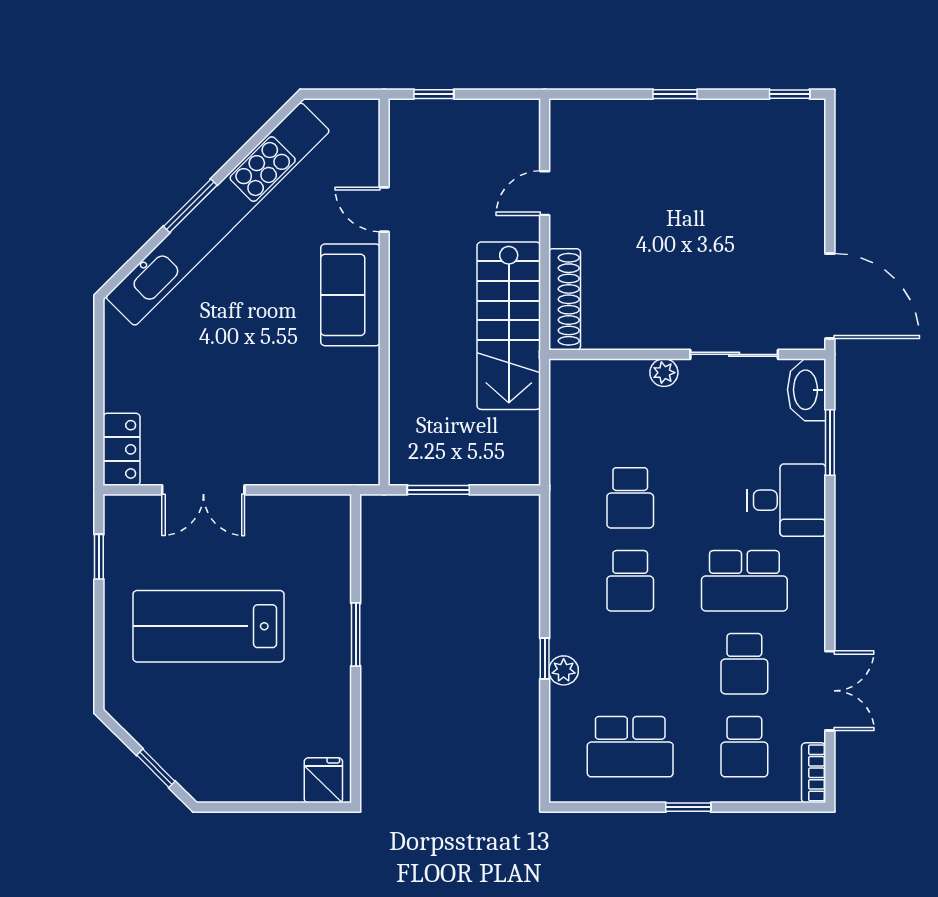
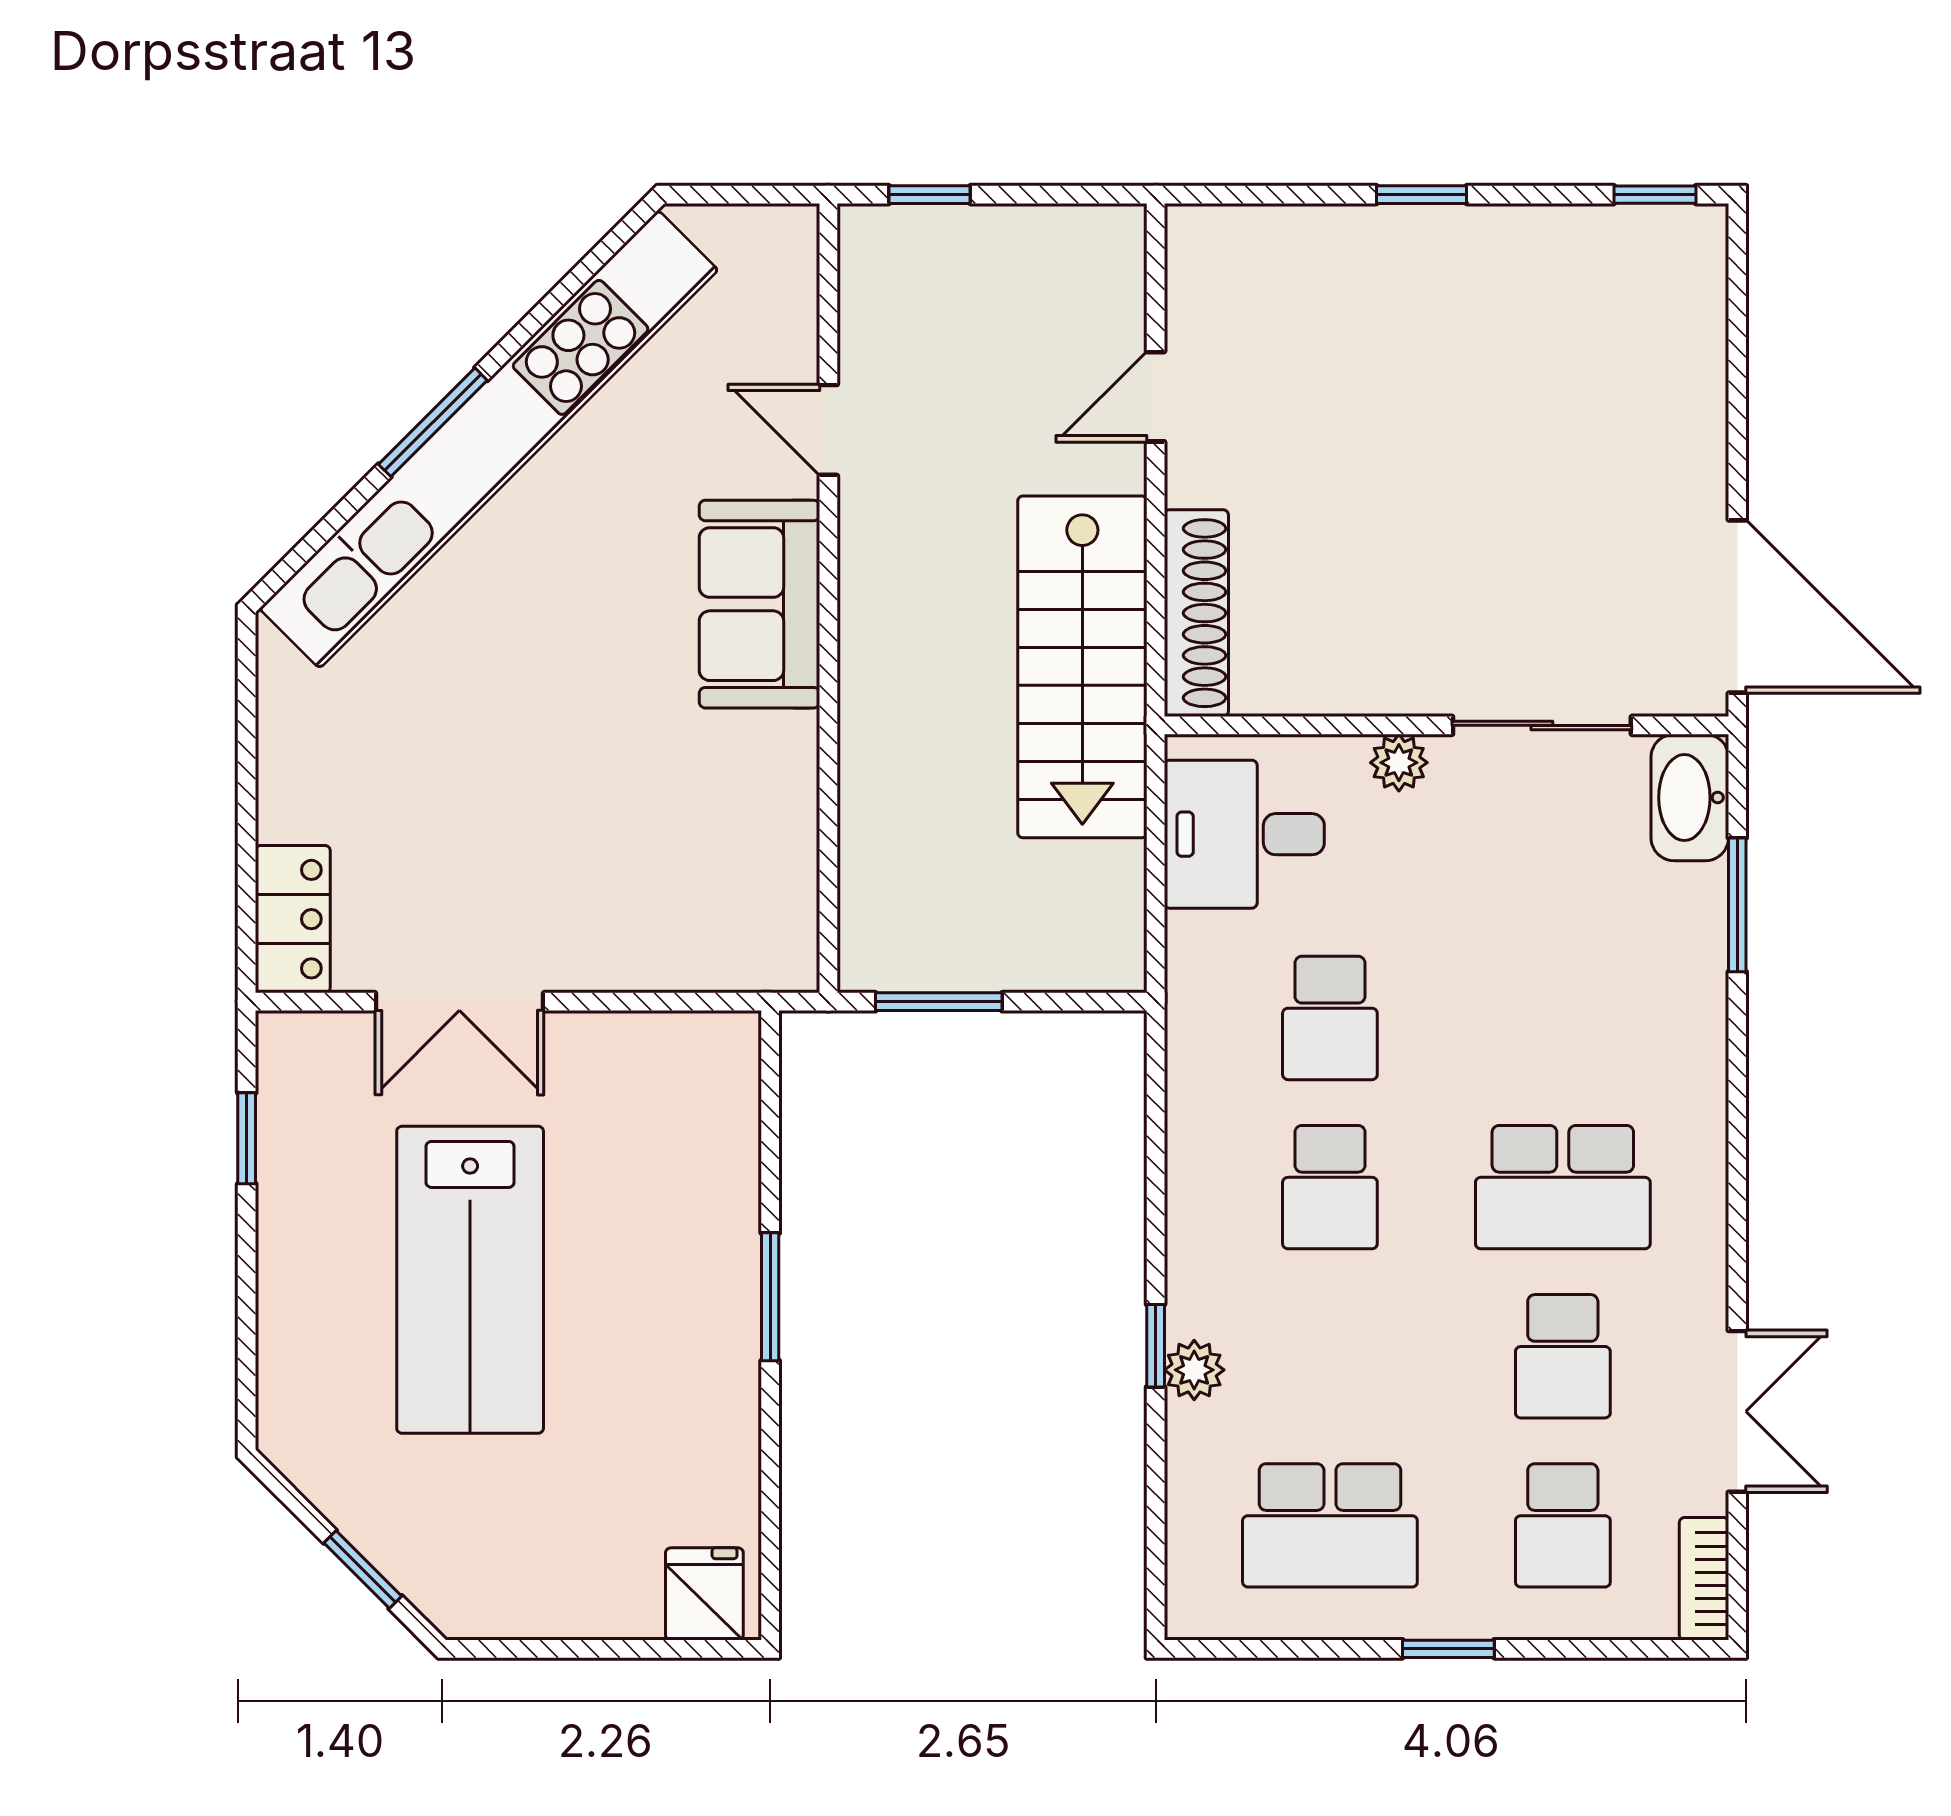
desk: (786, 500) -> (1244, 834), moved, turned 180
lab bench: (208, 626) -> (470, 1280), turned -90

